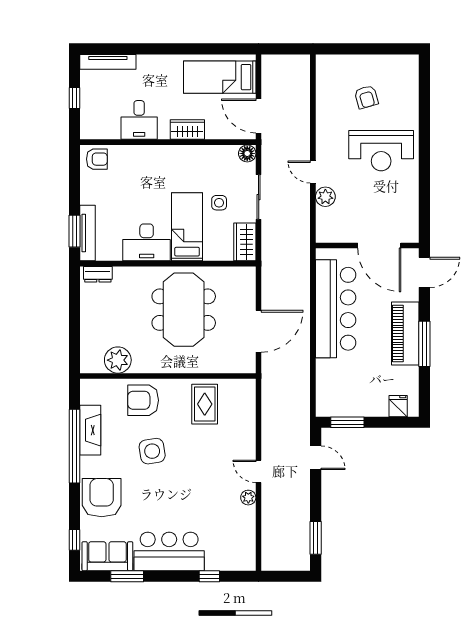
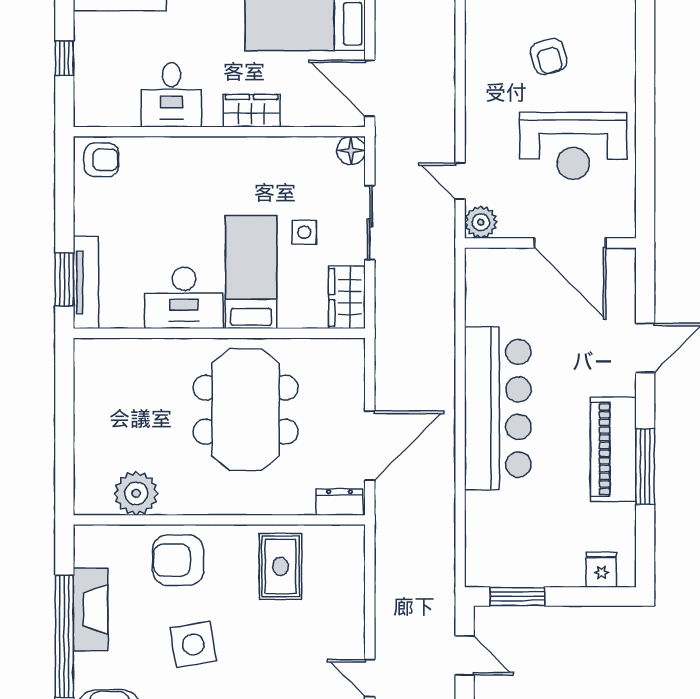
wall: (367, 245) -> (550, 243), moved
door: (379, 245) -> (570, 243), moved
dresser: (98, 274) -> (339, 502), moved, turned 180

